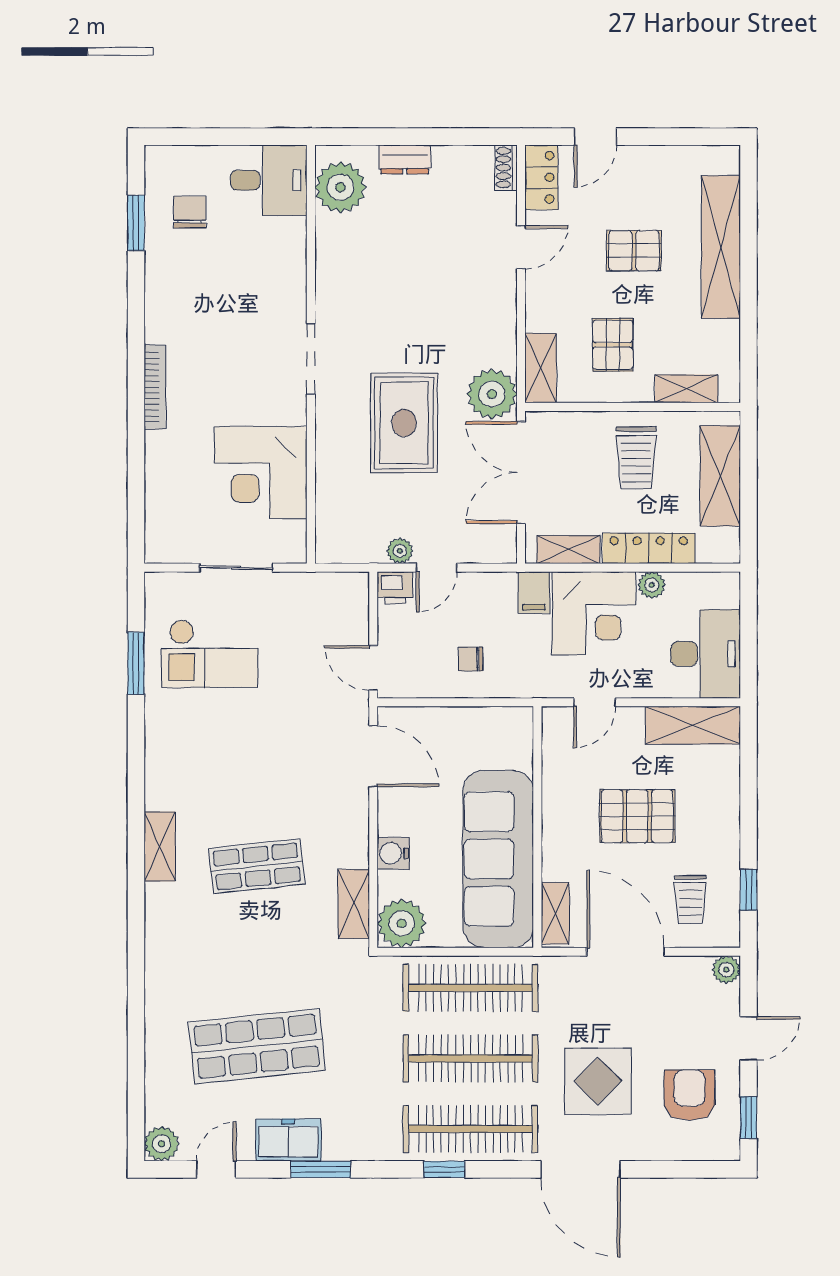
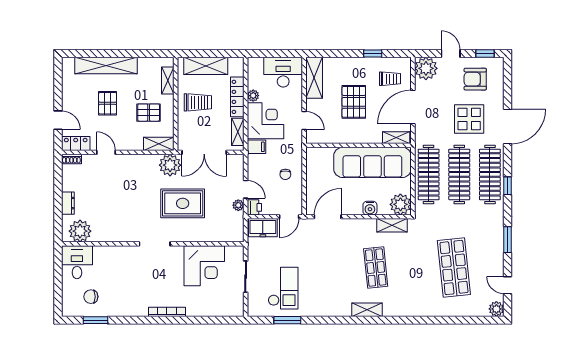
window: (748, 890) -> (373, 53), moved
plant: (726, 970) -> (426, 68), width x1.87, depth x1.87
freezer: (288, 1140) -> (263, 228), moved, turned -90

